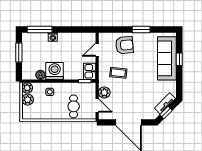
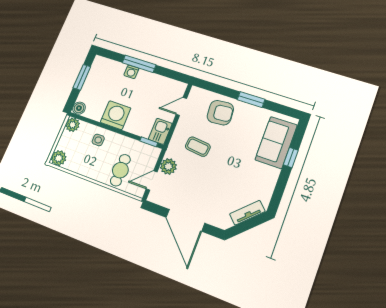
window: (40, 29) -> (139, 64), moved
sofa: (167, 58) -> (276, 142), width x0.73
boiler: (40, 75) -> (79, 108), moved
plant: (28, 100) -> (59, 158), moved
door: (97, 105) -> (152, 180), swing flipped
window: (166, 113) -> (244, 226), removed

